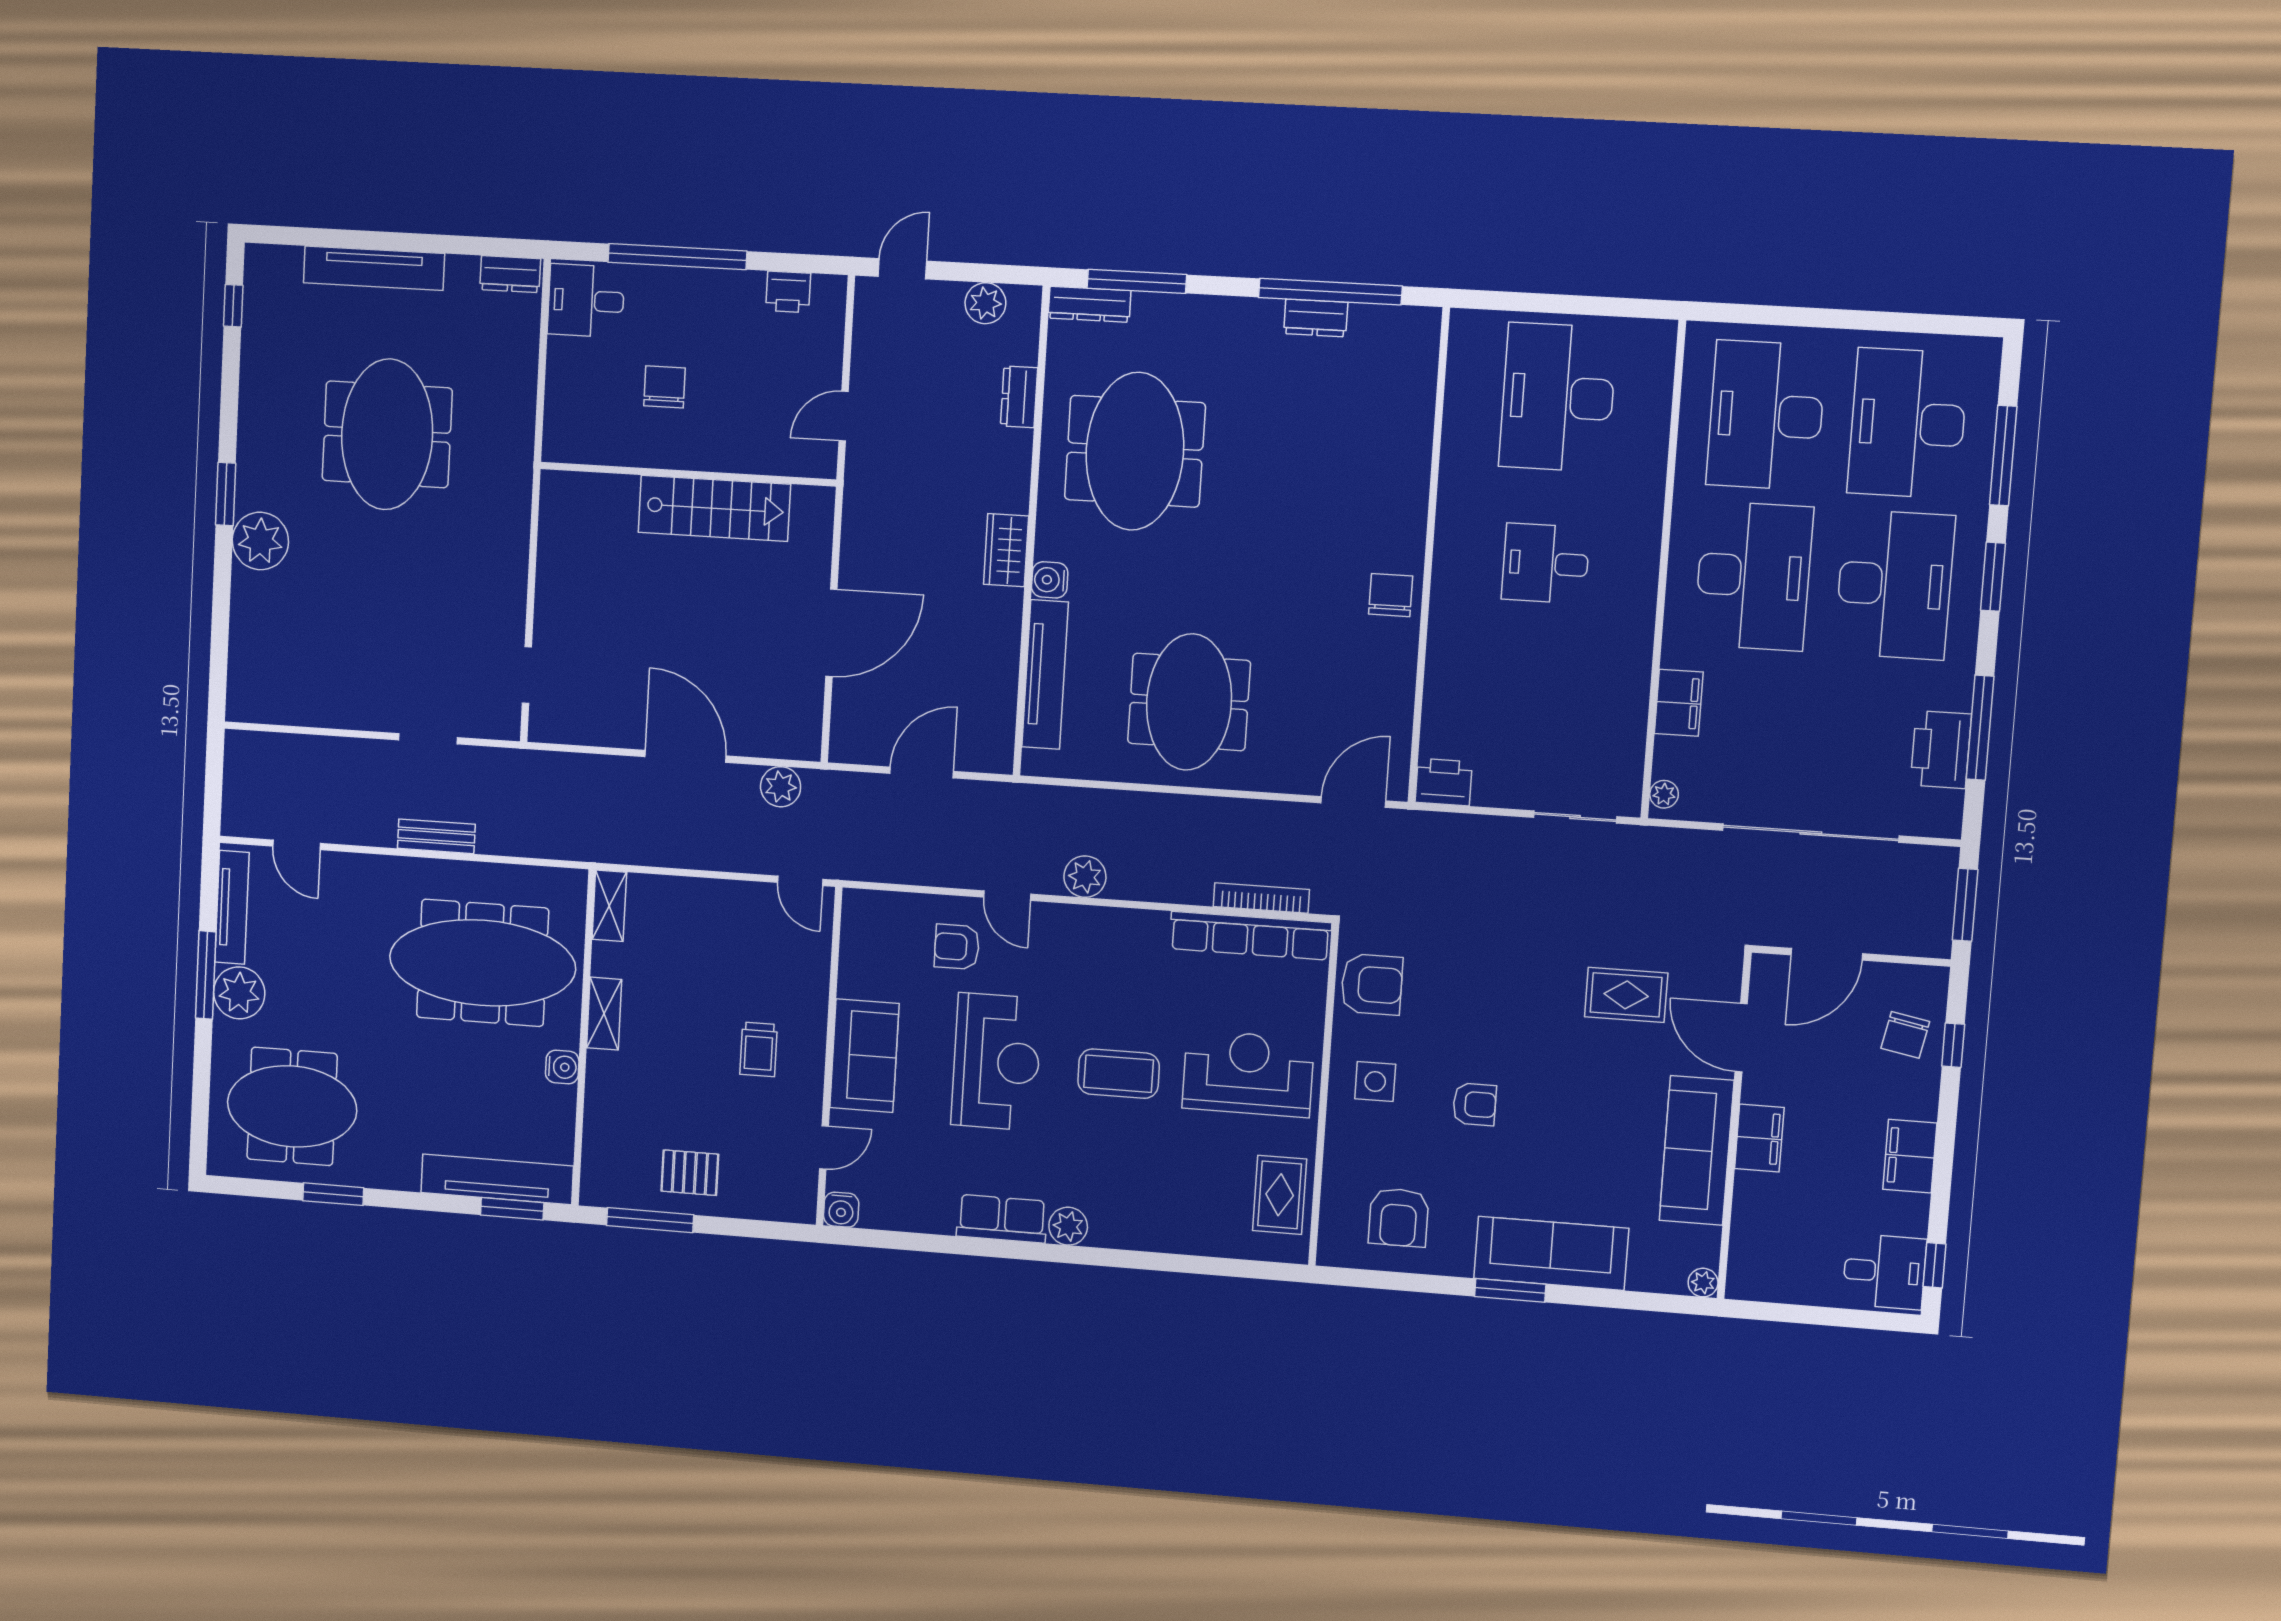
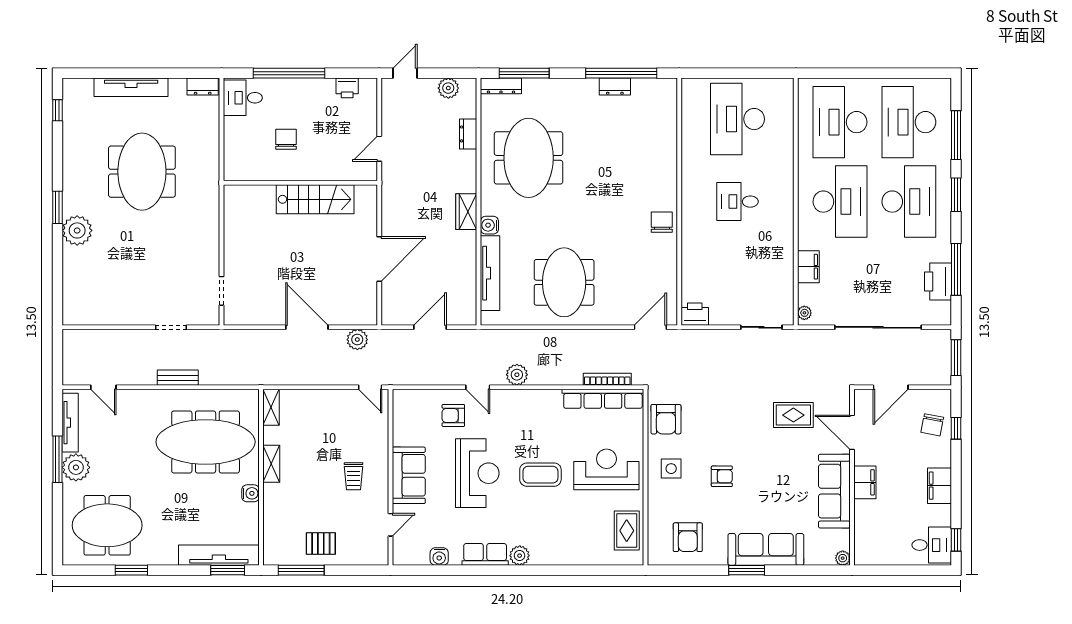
armchair: (1372, 984) -> (666, 419), turned 90
water cooler: (841, 1210) -> (439, 557), moved

